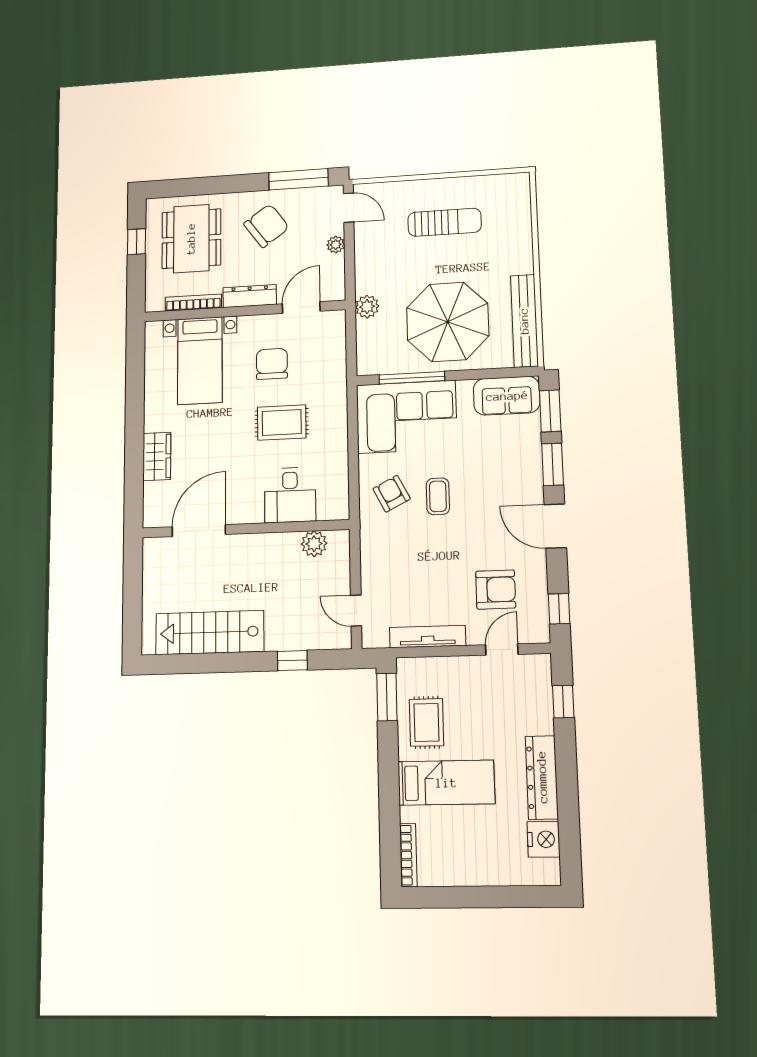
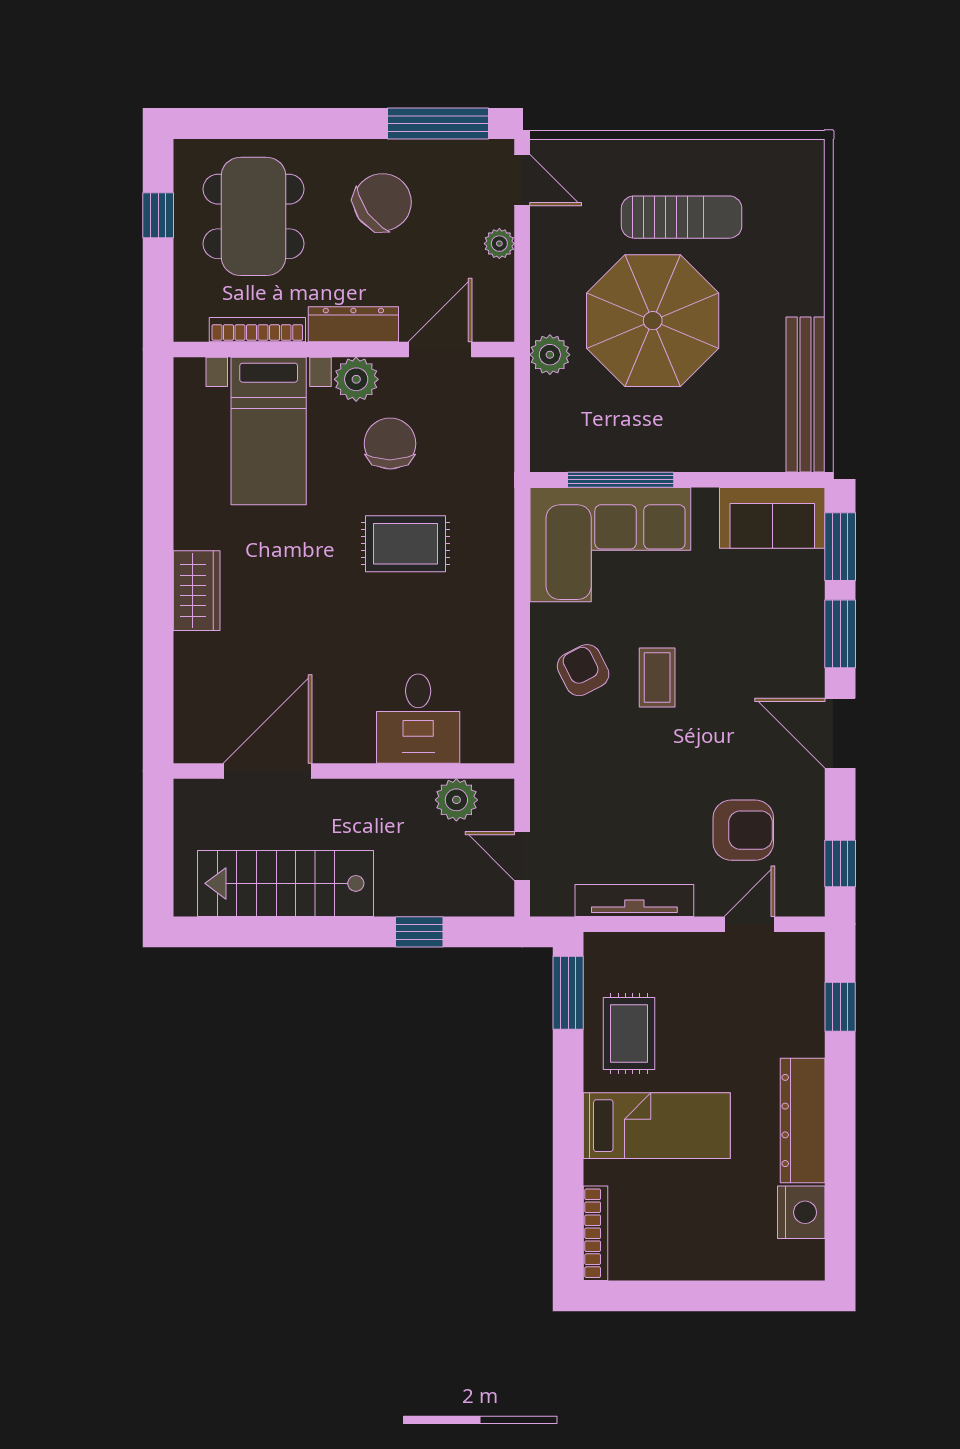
parasol: (448, 322) -> (653, 321), moved
plant: (252, 328) -> (356, 379), added
desk: (290, 495) -> (418, 719), moved
wall: (245, 529) -> (344, 771), moved
door: (199, 531) -> (267, 771), moved
plant: (314, 544) -> (456, 800), moved

